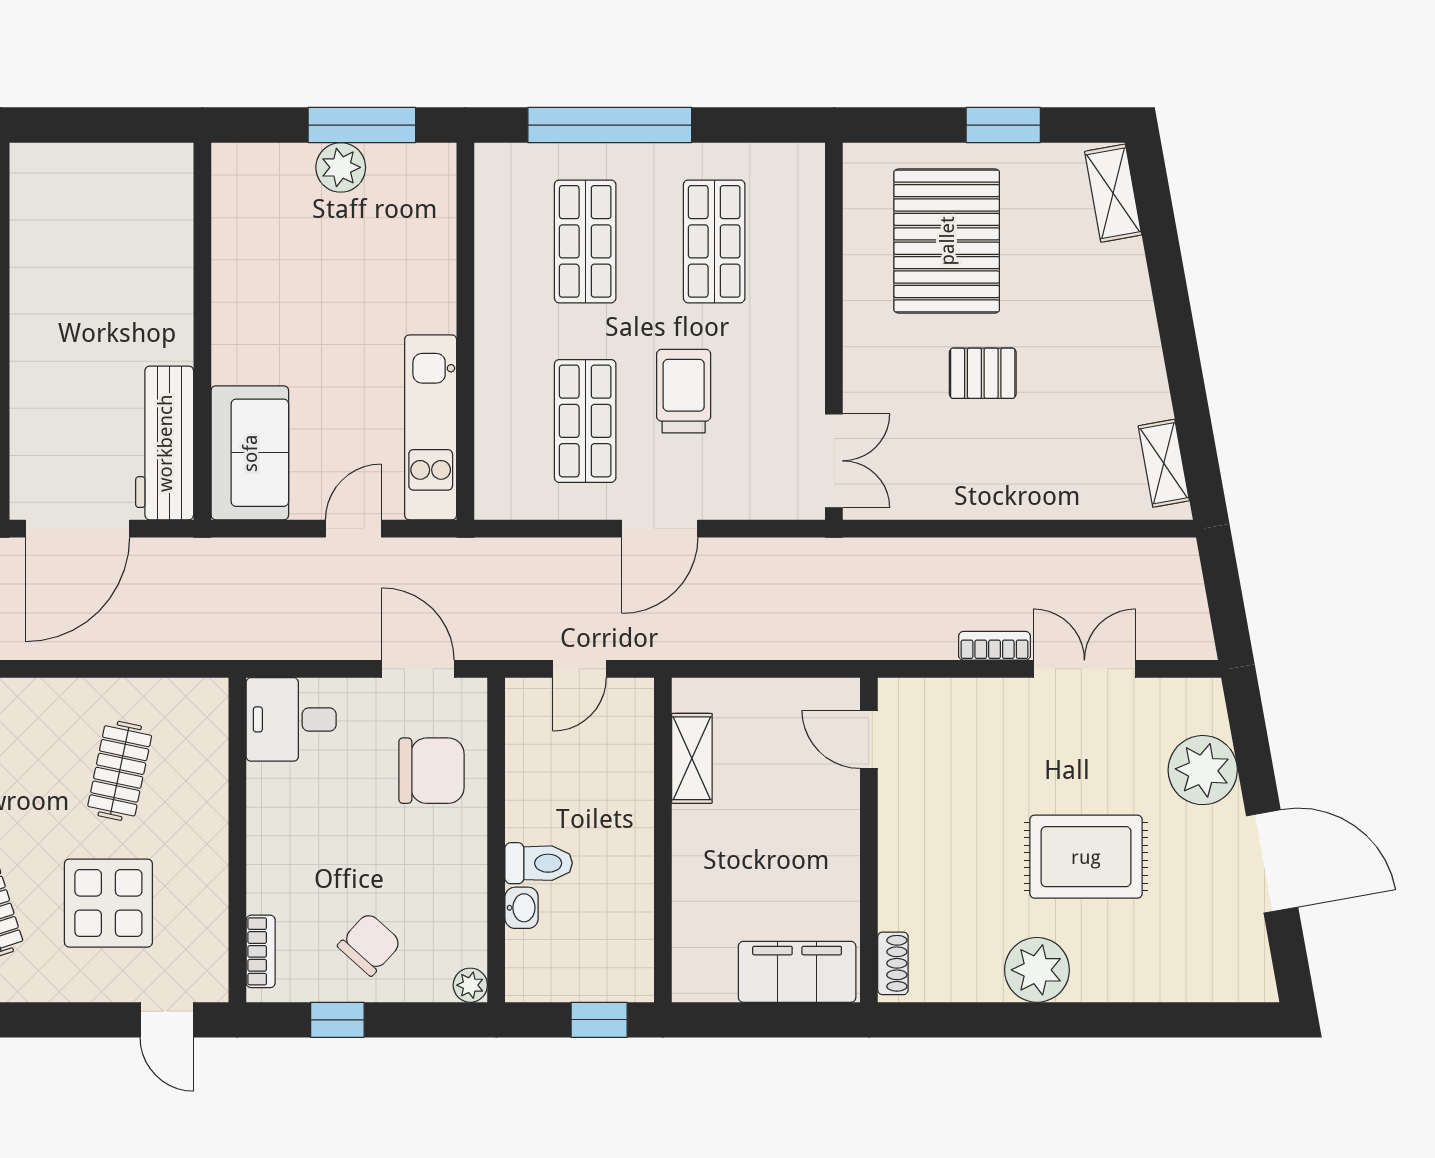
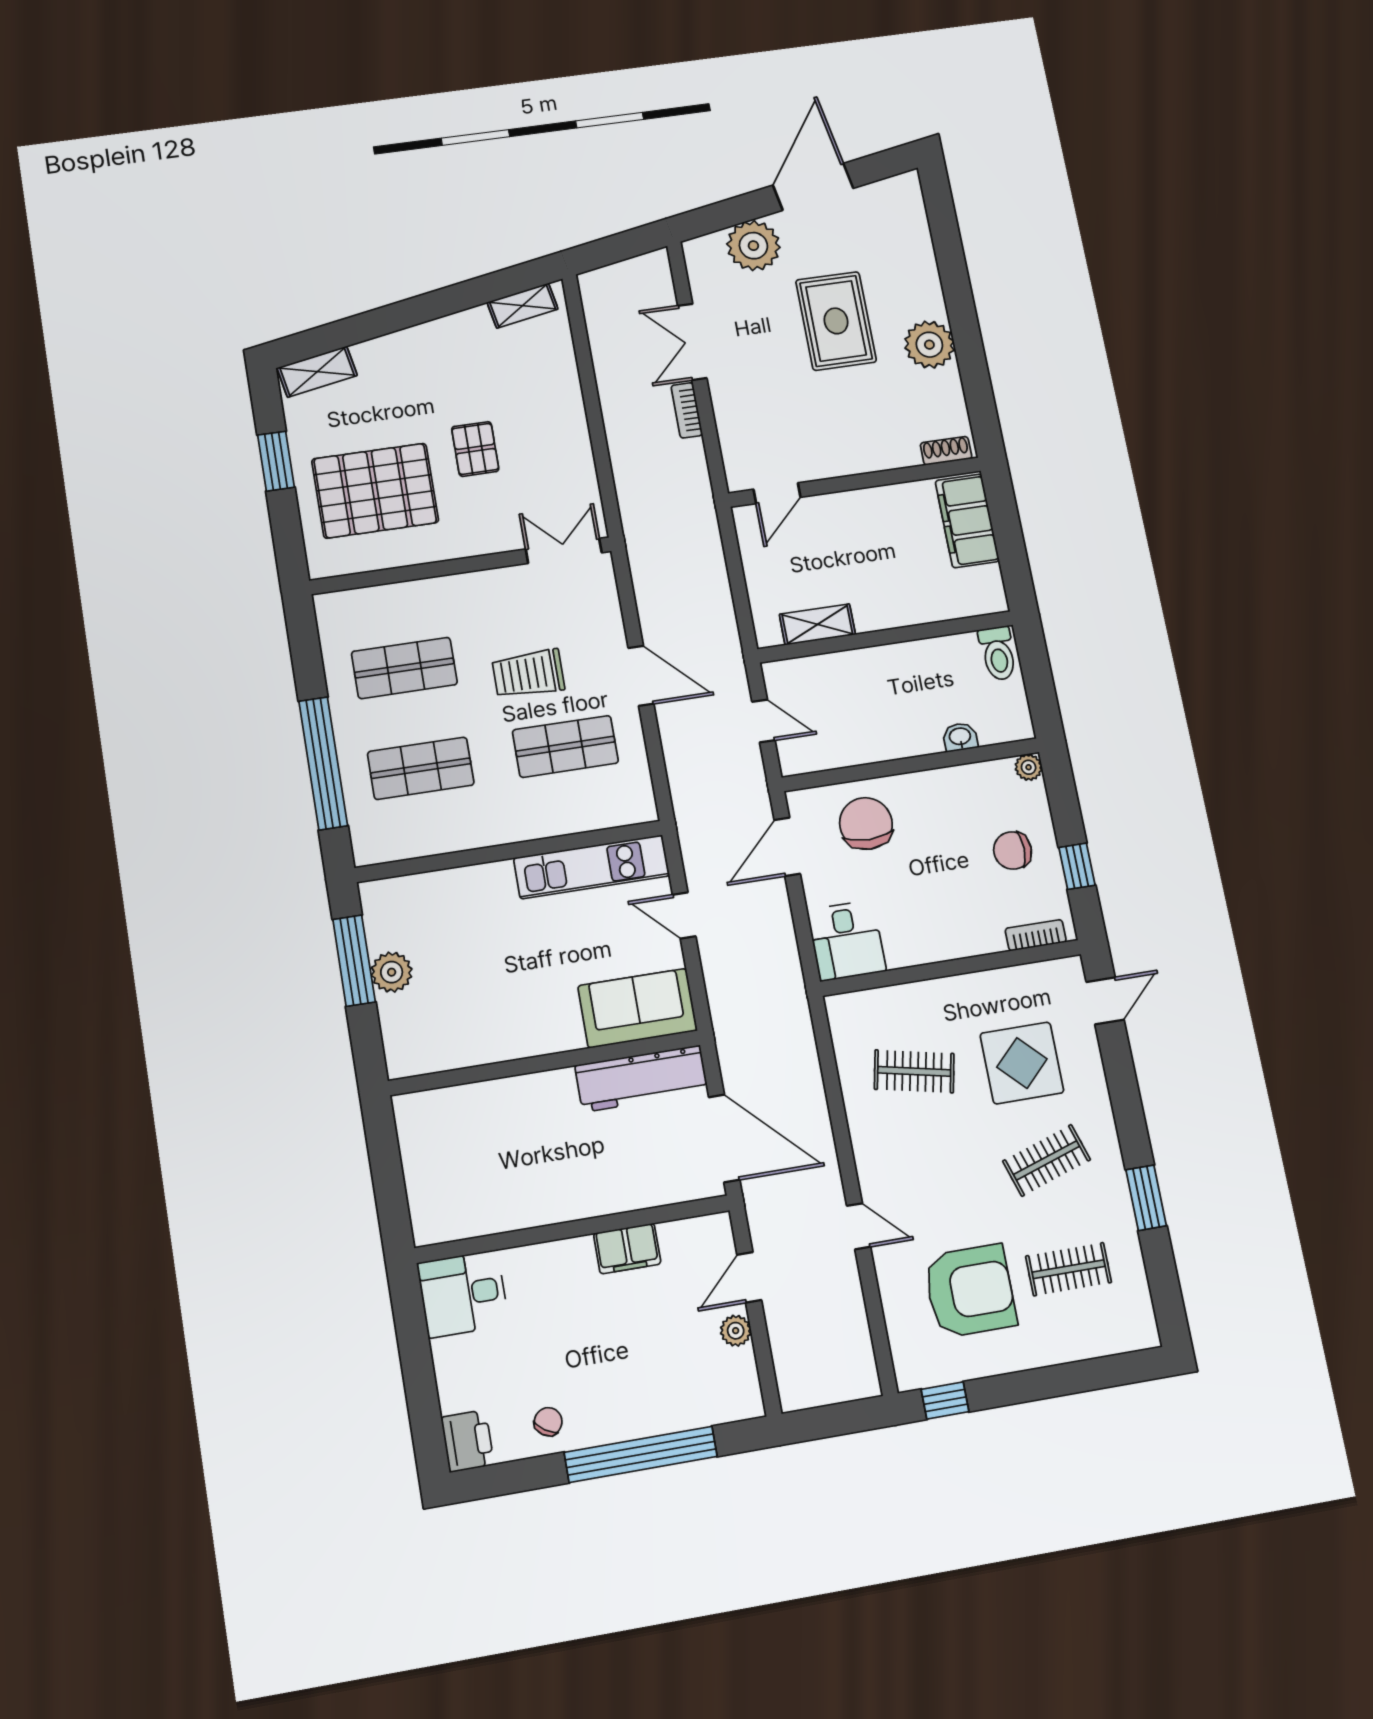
toilet: (539, 863) -> (998, 653), moved, turned 180
chair: (370, 944) -> (1013, 850), turned -42
window: (599, 1020) -> (1035, 664), removed

